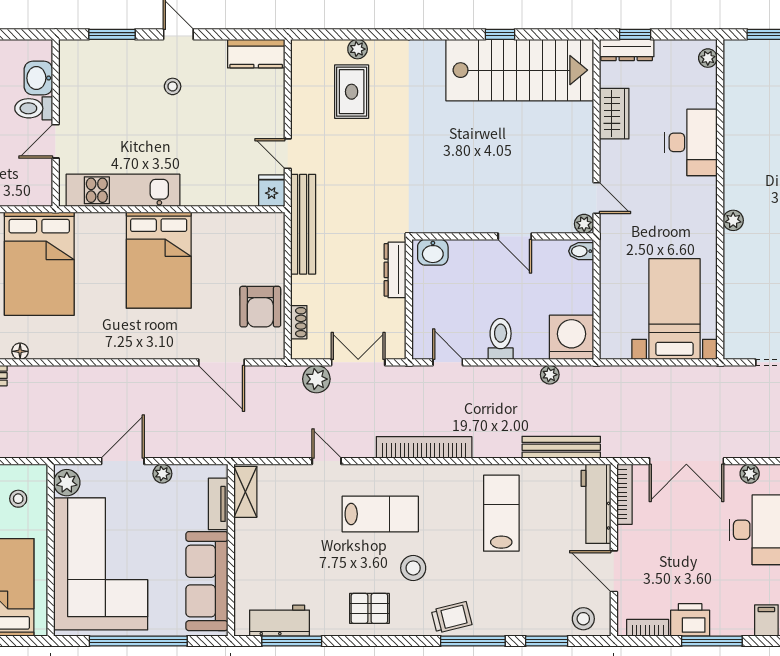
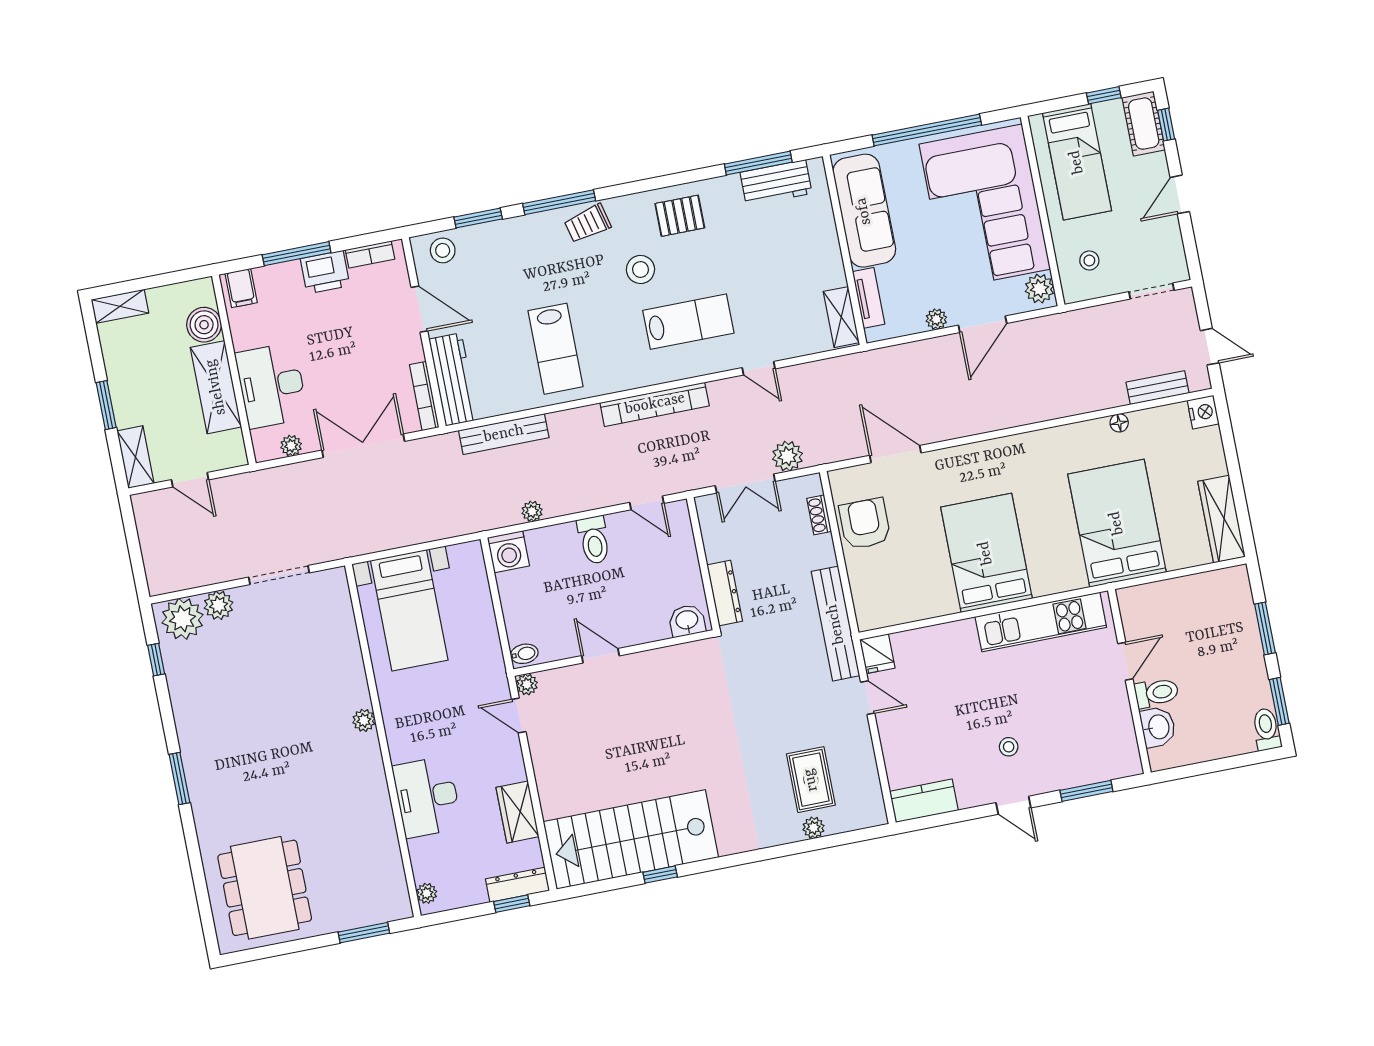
washing machine: (571, 337) -> (508, 552), width x0.73, depth x0.73
lab bench: (380, 514) -> (688, 322), turned 180

